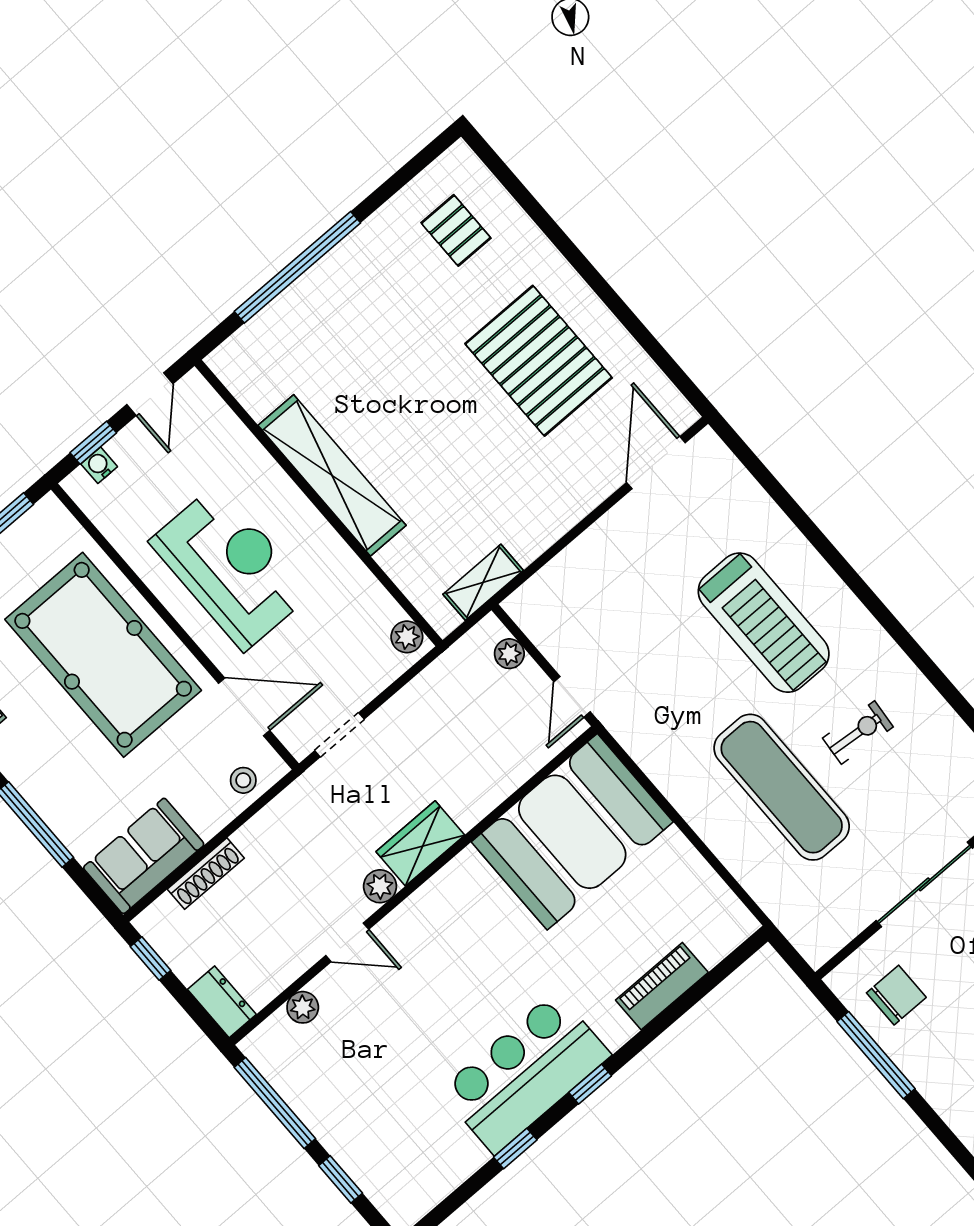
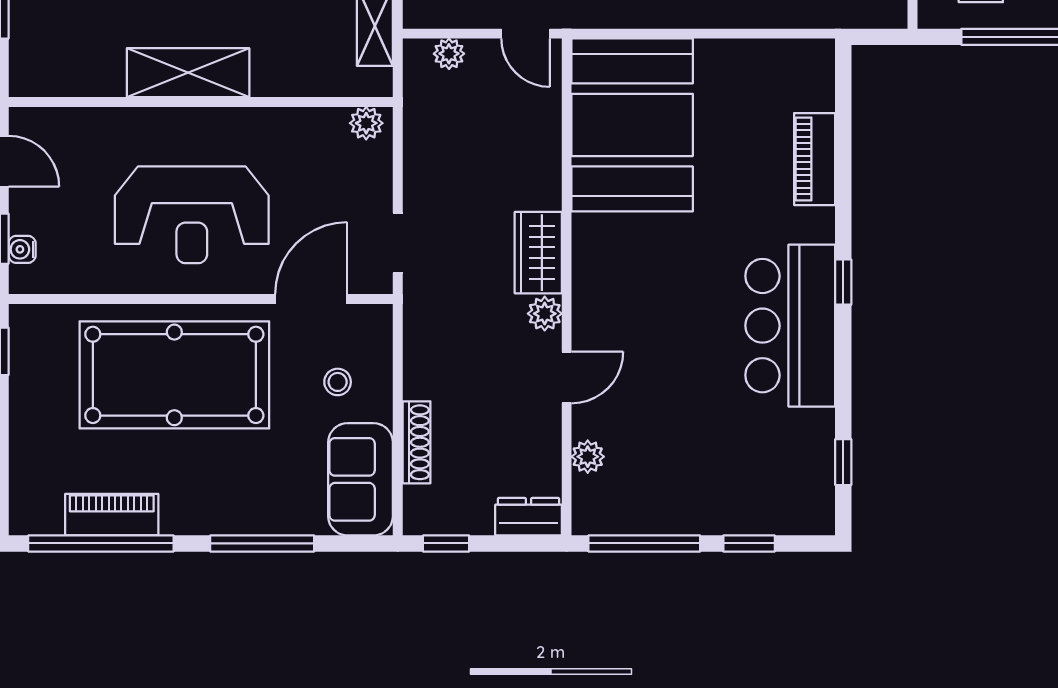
shelving: (332, 475) -> (188, 73), width x0.68
reception desk: (231, 567) -> (192, 215), turned 180
stool: (243, 780) -> (338, 382), moved
window: (515, 1149) -> (843, 462), moved

